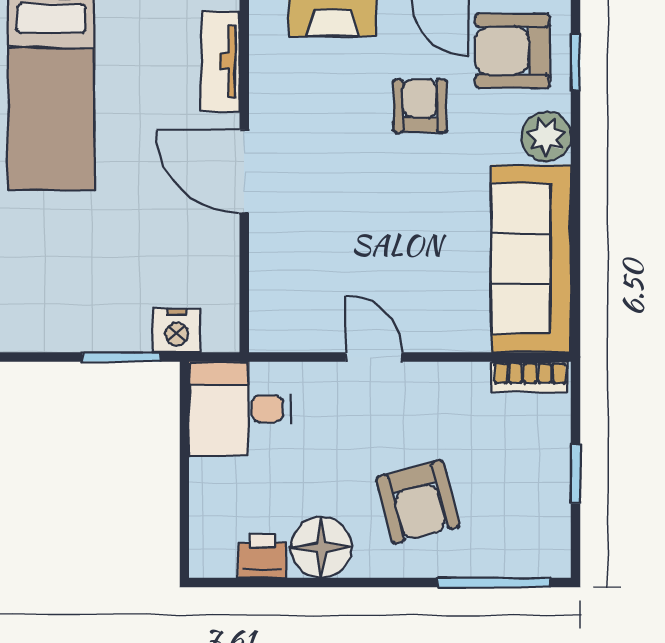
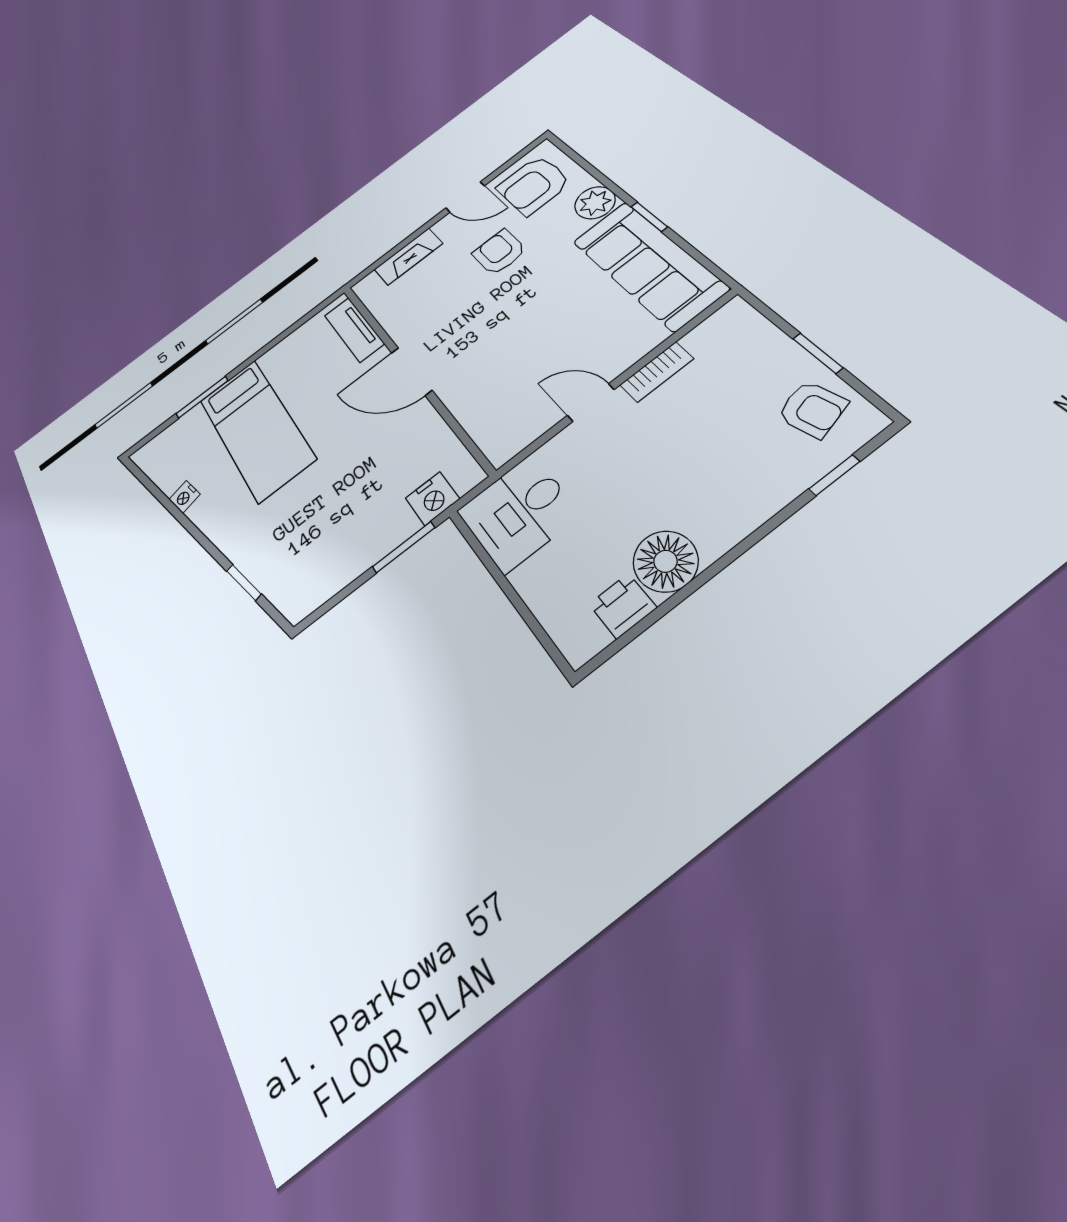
window: (576, 62) -> (649, 217), moved
bookcase: (530, 377) -> (657, 372), moved
armchair: (418, 502) -> (812, 409), moved, width x0.72, depth x0.72
window: (494, 583) -> (834, 475), width x0.46

